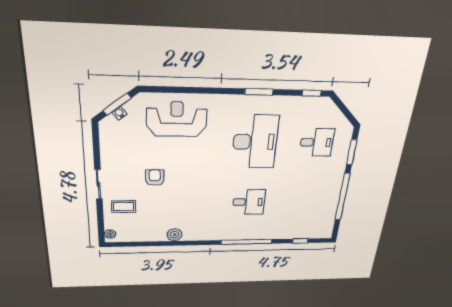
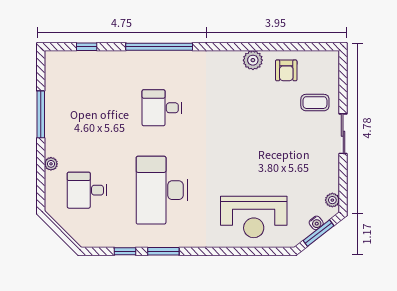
window: (312, 93) -> (125, 251), moved
window: (352, 152) -> (41, 177), removed
plant: (342, 162) -> (51, 164), added
armchair: (155, 178) -> (286, 70), moved
window: (342, 197) -> (41, 114), width x0.68
plant: (110, 234) -> (332, 200), moved

